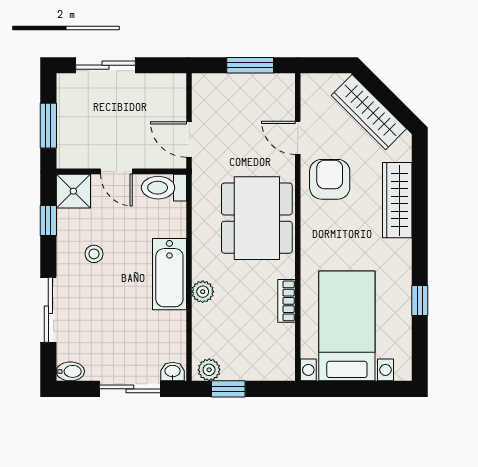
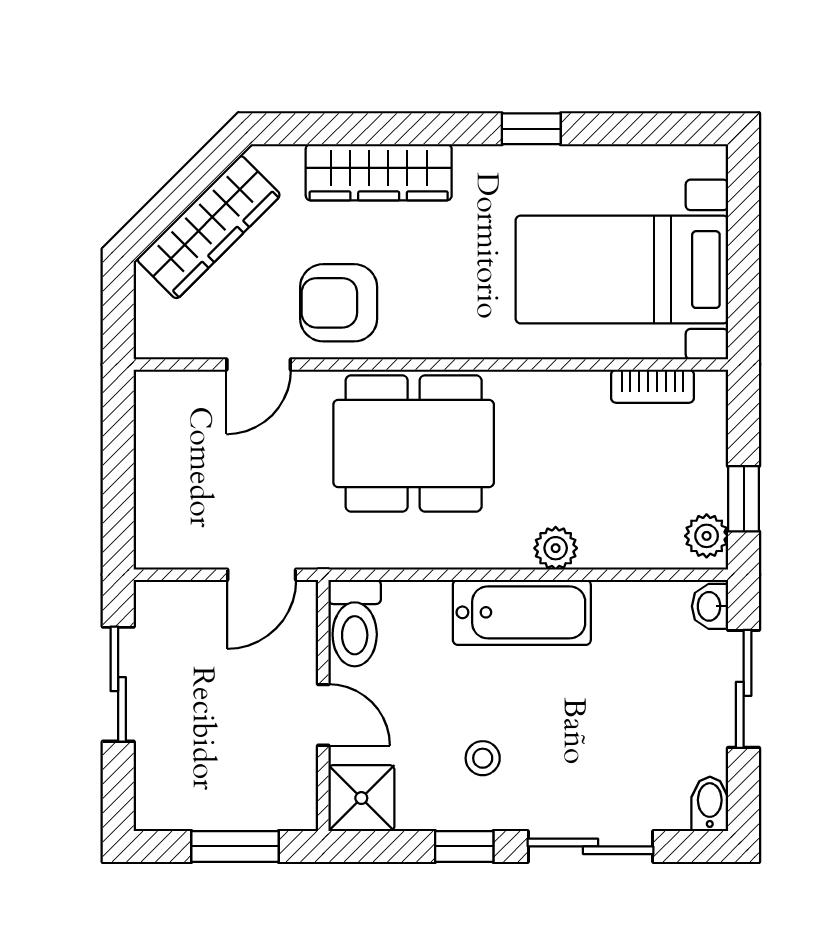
sliding door: (106, 65) -> (118, 684), moved
window: (250, 65) -> (118, 457), removed
door: (116, 171) -> (323, 715), hinge flipped
window: (48, 220) -> (464, 846), moved
bookcase: (287, 301) -> (652, 386), moved
window: (420, 301) -> (531, 129), moved

